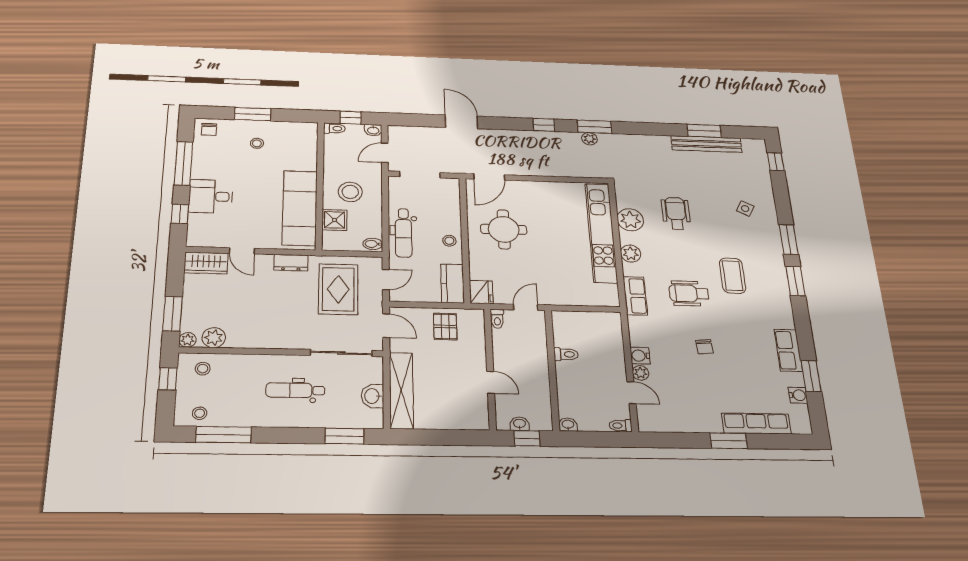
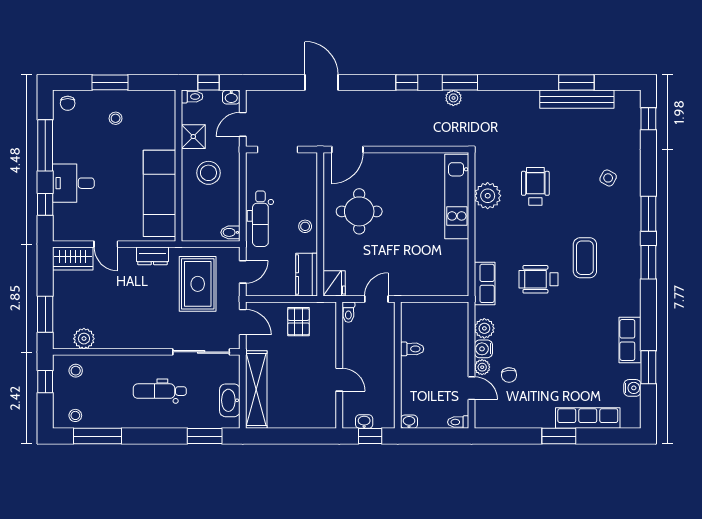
shower: (334, 220) -> (193, 137), moved
kitchen unit: (601, 233) -> (457, 196), width x0.73
plant: (631, 254) -> (484, 328), moved
plant: (188, 340) -> (60, 341), removed
chair: (704, 347) -> (509, 375), moved
washbasin: (372, 396) -> (230, 400), width x1.38

